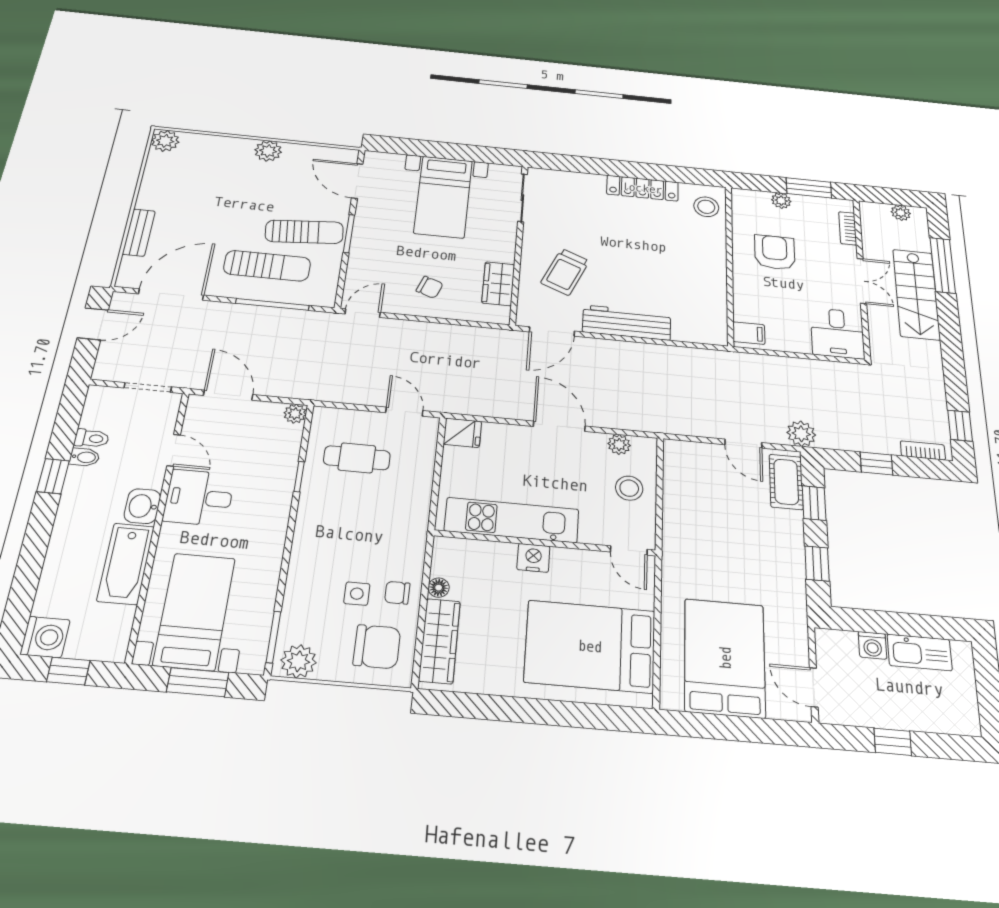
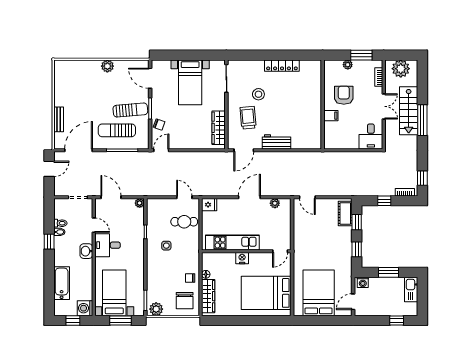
plant: (165, 141) -> (60, 66), removed
stool: (706, 207) -> (258, 94), moved
plant: (901, 213) -> (401, 69), width x1.87, depth x1.87
window: (943, 265) -> (422, 120), moved
sun lounger: (267, 266) -> (117, 130), turned 180
trolley: (565, 272) -> (248, 118), turned 152
wardrobe: (498, 284) -> (219, 128), width x1.50
chair: (430, 287) -> (159, 124), moved
workbench: (627, 323) -> (276, 142), width x0.73
filing cabinet: (749, 333) -> (331, 116), moved
door: (559, 426) -> (249, 197), hinge flipped
plant: (801, 434) -> (352, 190), removed
door: (743, 444) -> (307, 197), moved
cafe table: (357, 458) -> (184, 222), moved
stool: (629, 488) -> (280, 223), removed
door: (629, 551) -> (280, 251), hinge flipped
bathtub: (126, 564) -> (62, 283), moved, turned 180
side table: (357, 594) -> (166, 246), moved
window: (898, 624) -> (388, 272), added
washing machine: (45, 637) -> (85, 308), moved, turned 180
washing machine: (872, 645) -> (363, 282), moved
chair: (377, 647) -> (185, 301), turned 90
kitchen sink: (920, 652) -> (411, 289), moved, turned 90
door: (814, 687) -> (353, 302), hinge flipped
window: (893, 742) -> (397, 320), moved

